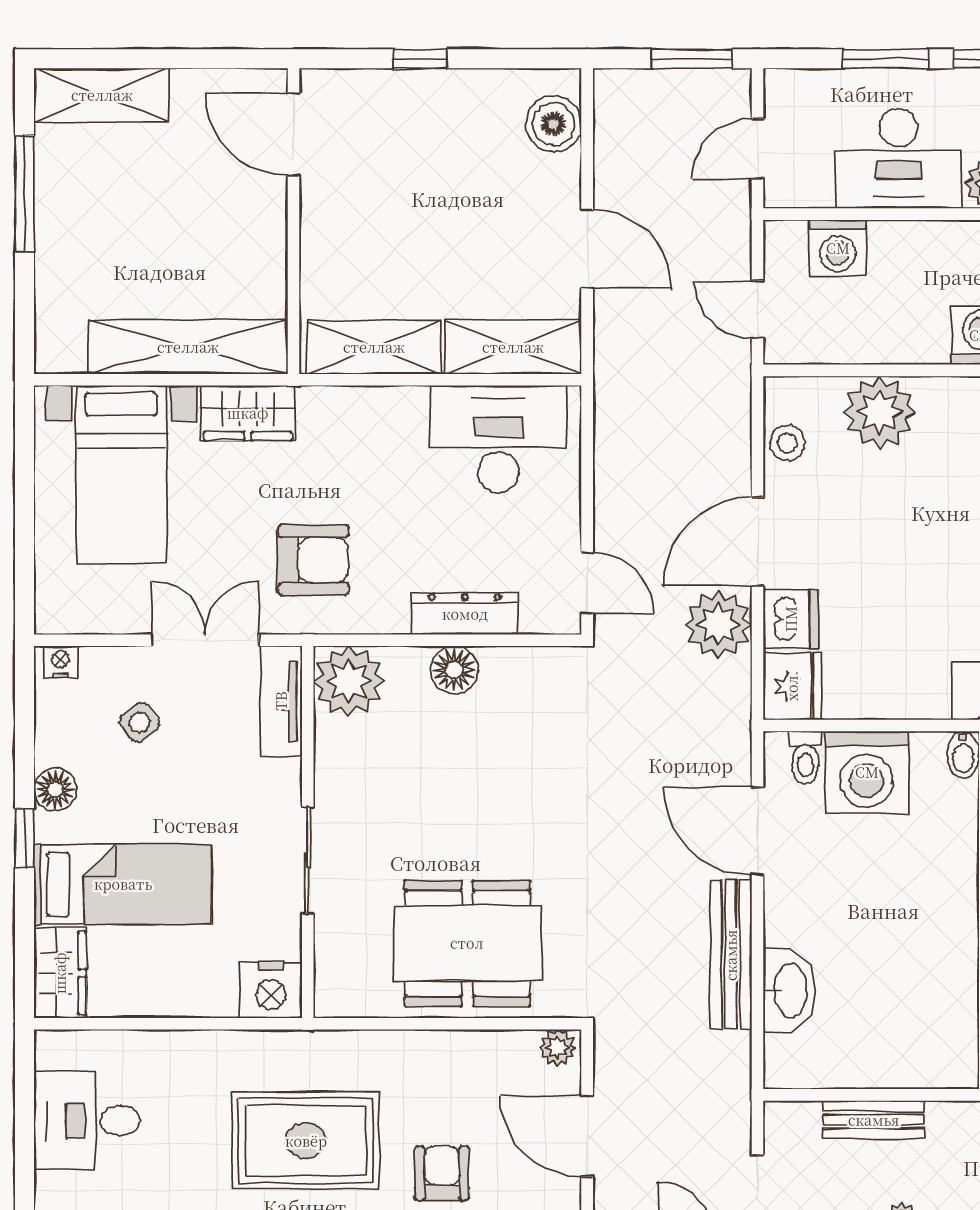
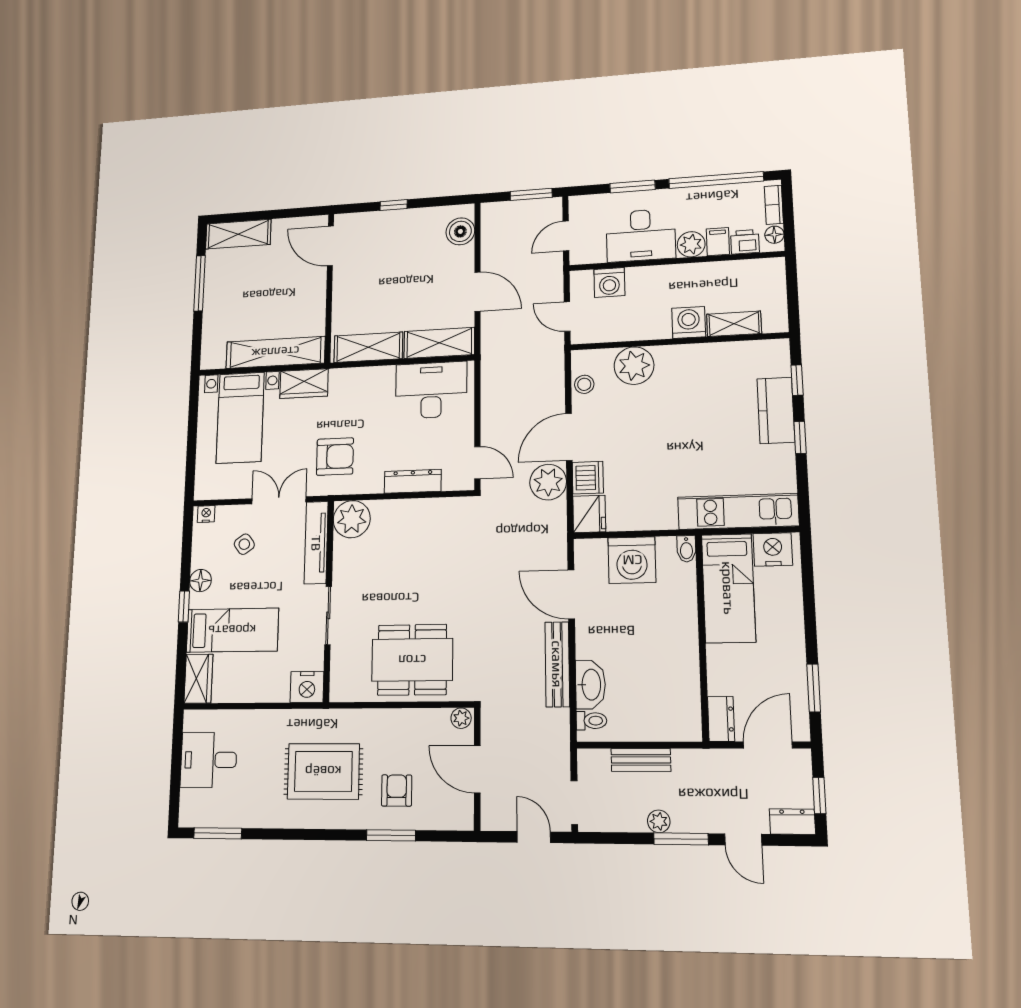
floor lamp: (454, 670) -> (407, 511), removed
tv unit: (281, 701) -> (316, 543), width x1.41
toilet: (805, 758) -> (591, 721), moved, turned -90

